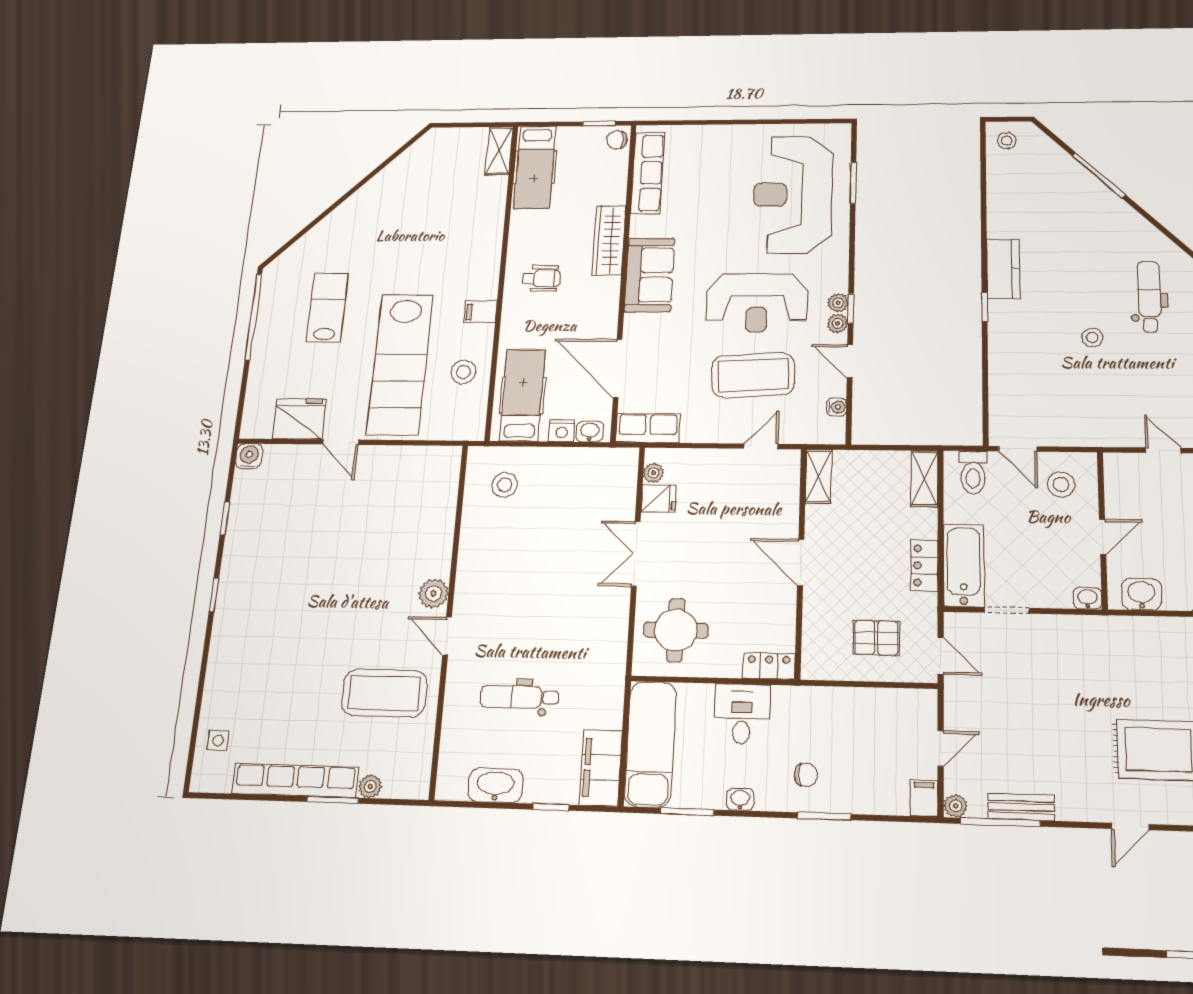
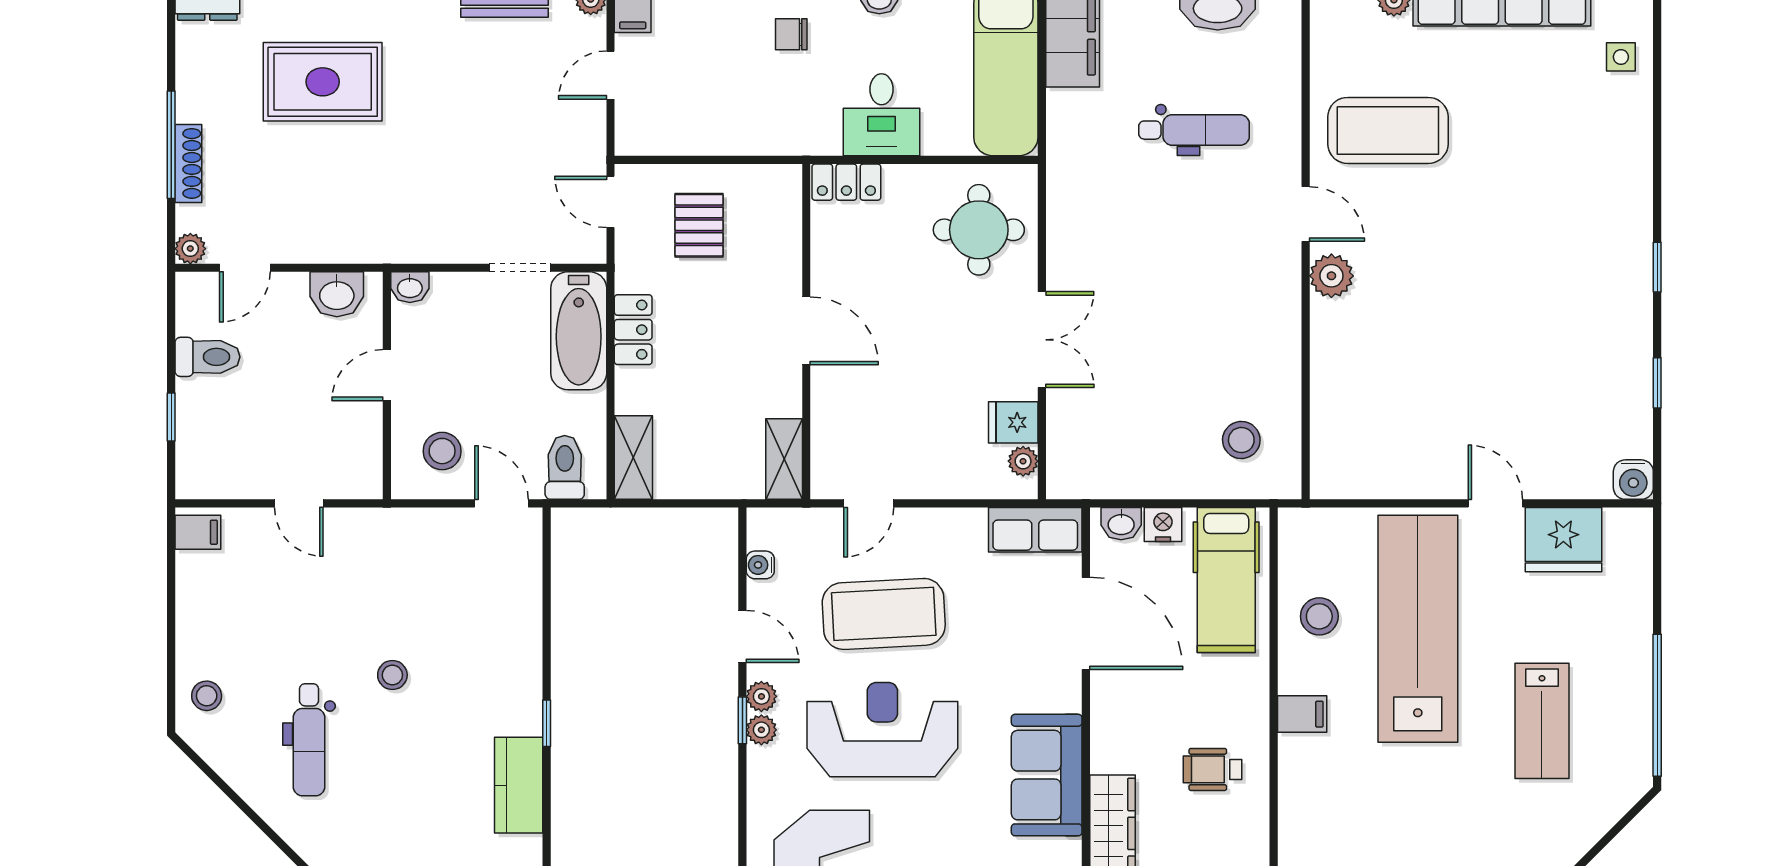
pallet: (876, 638) -> (699, 225), turned 90

